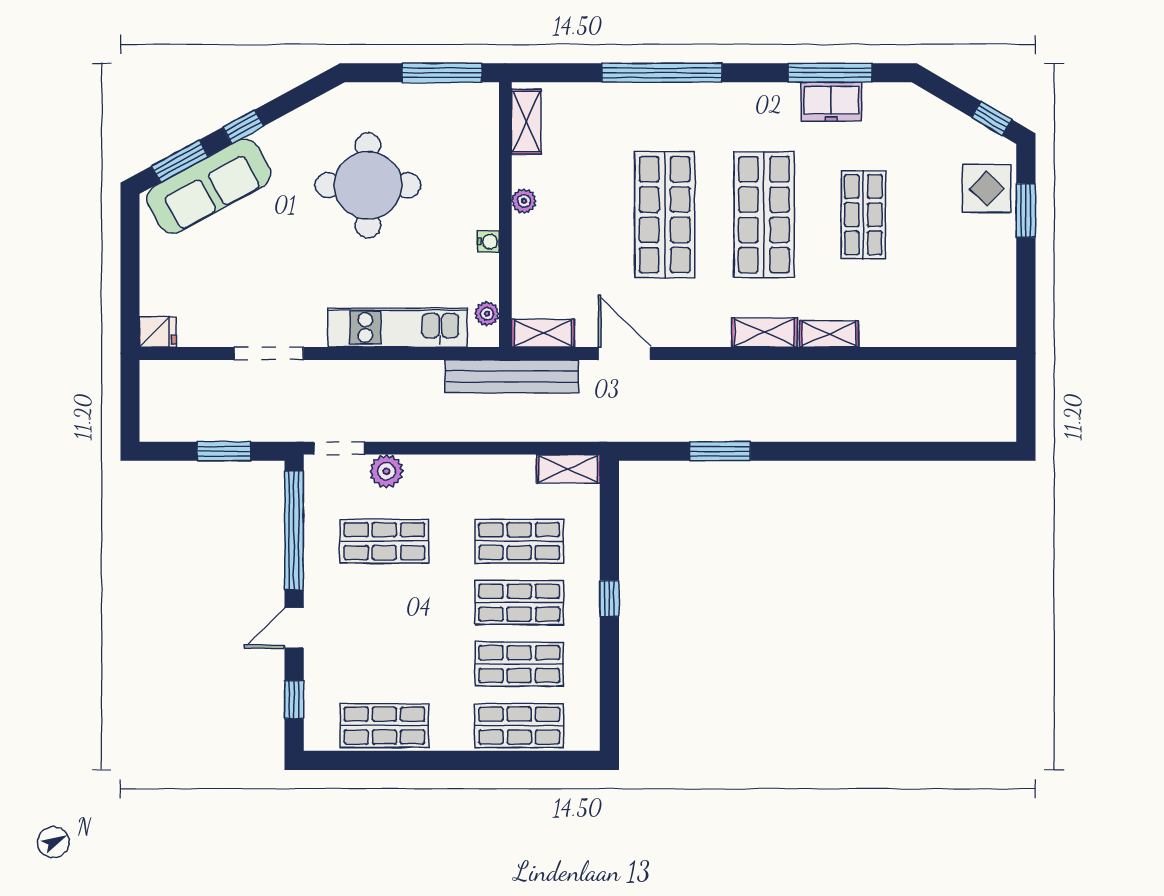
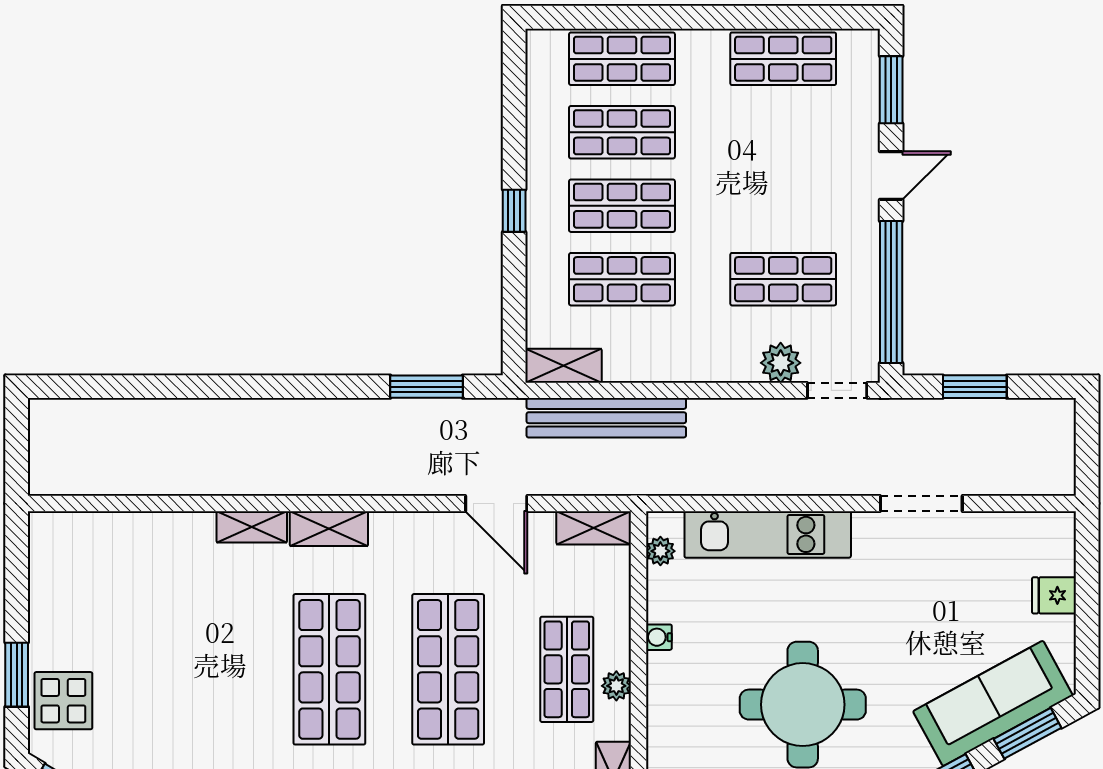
shop shelf: (863, 215) -> (567, 669), moved
fridge: (158, 332) -> (1054, 595), moved
bench: (512, 376) -> (606, 418), moved
window: (720, 451) -> (427, 387), moved
window: (294, 700) -> (891, 90), width x1.50

